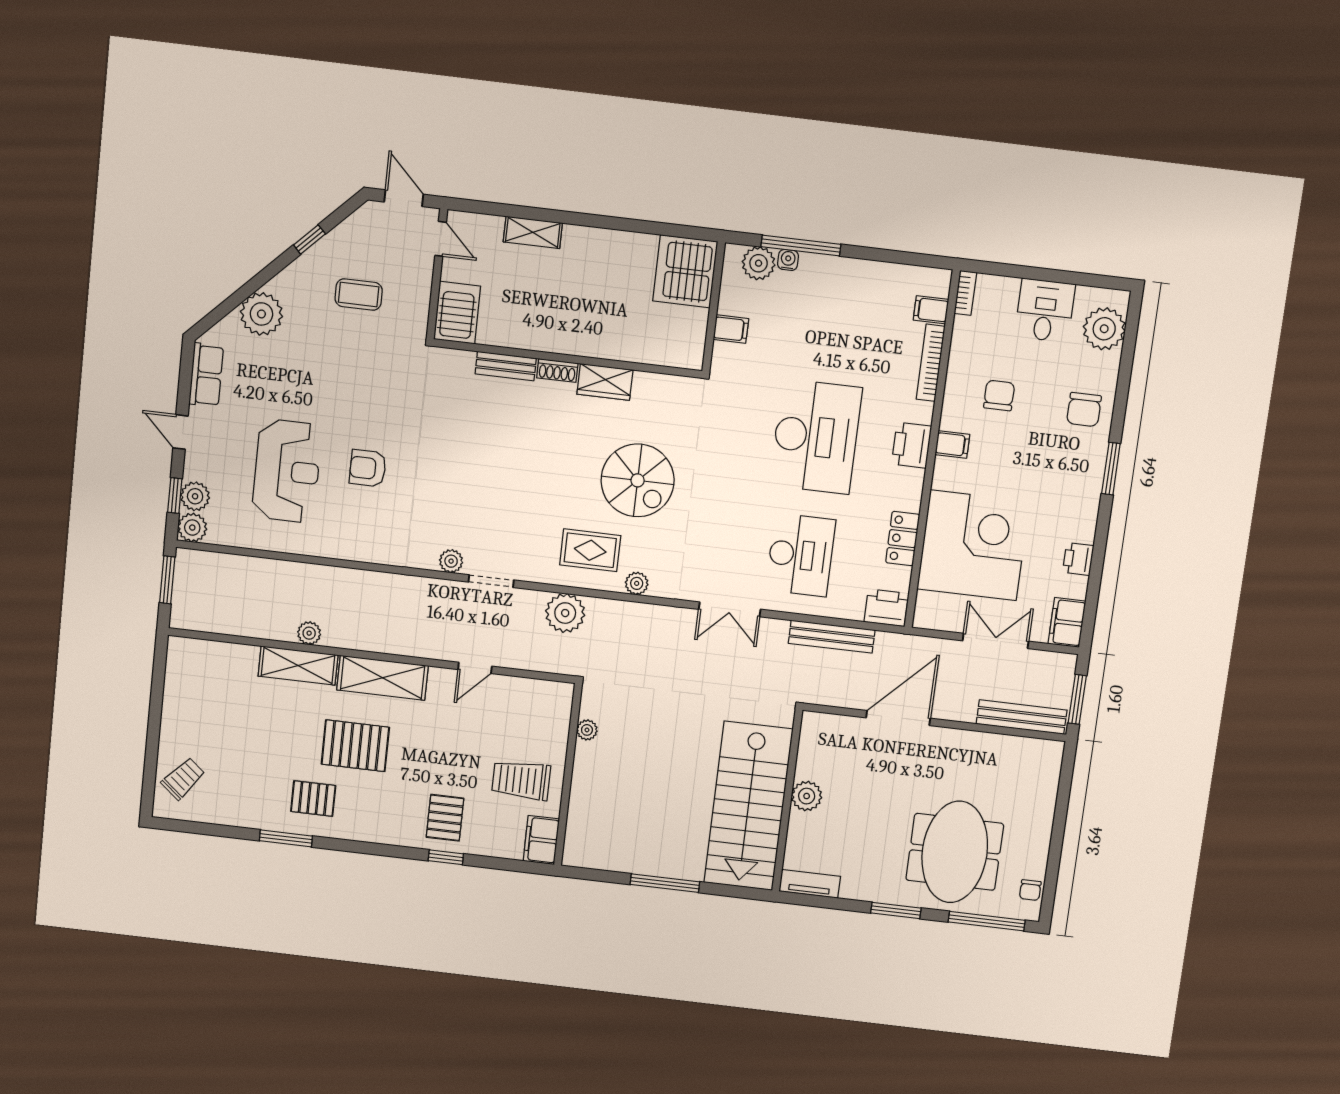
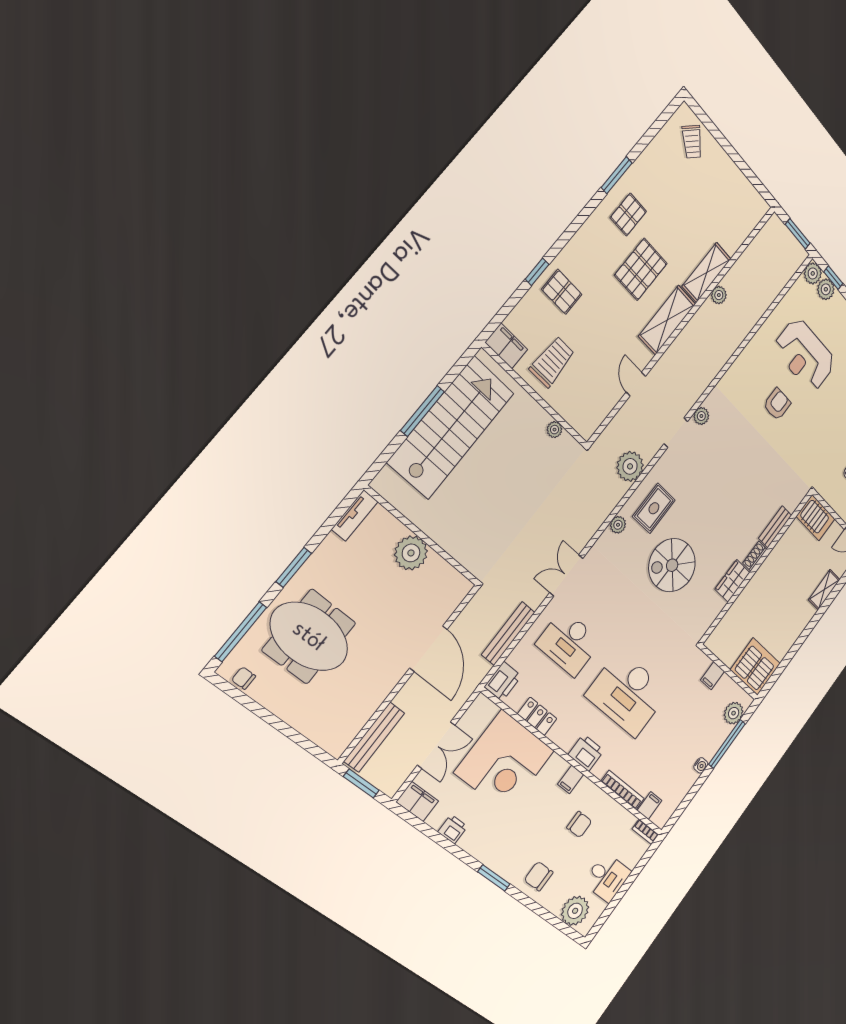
water cooler: (788, 260) -> (701, 765), moved
plant: (807, 796) -> (411, 553), width x1.36, depth x1.36
stairs: (748, 806) -> (451, 427), moved, turned 90

